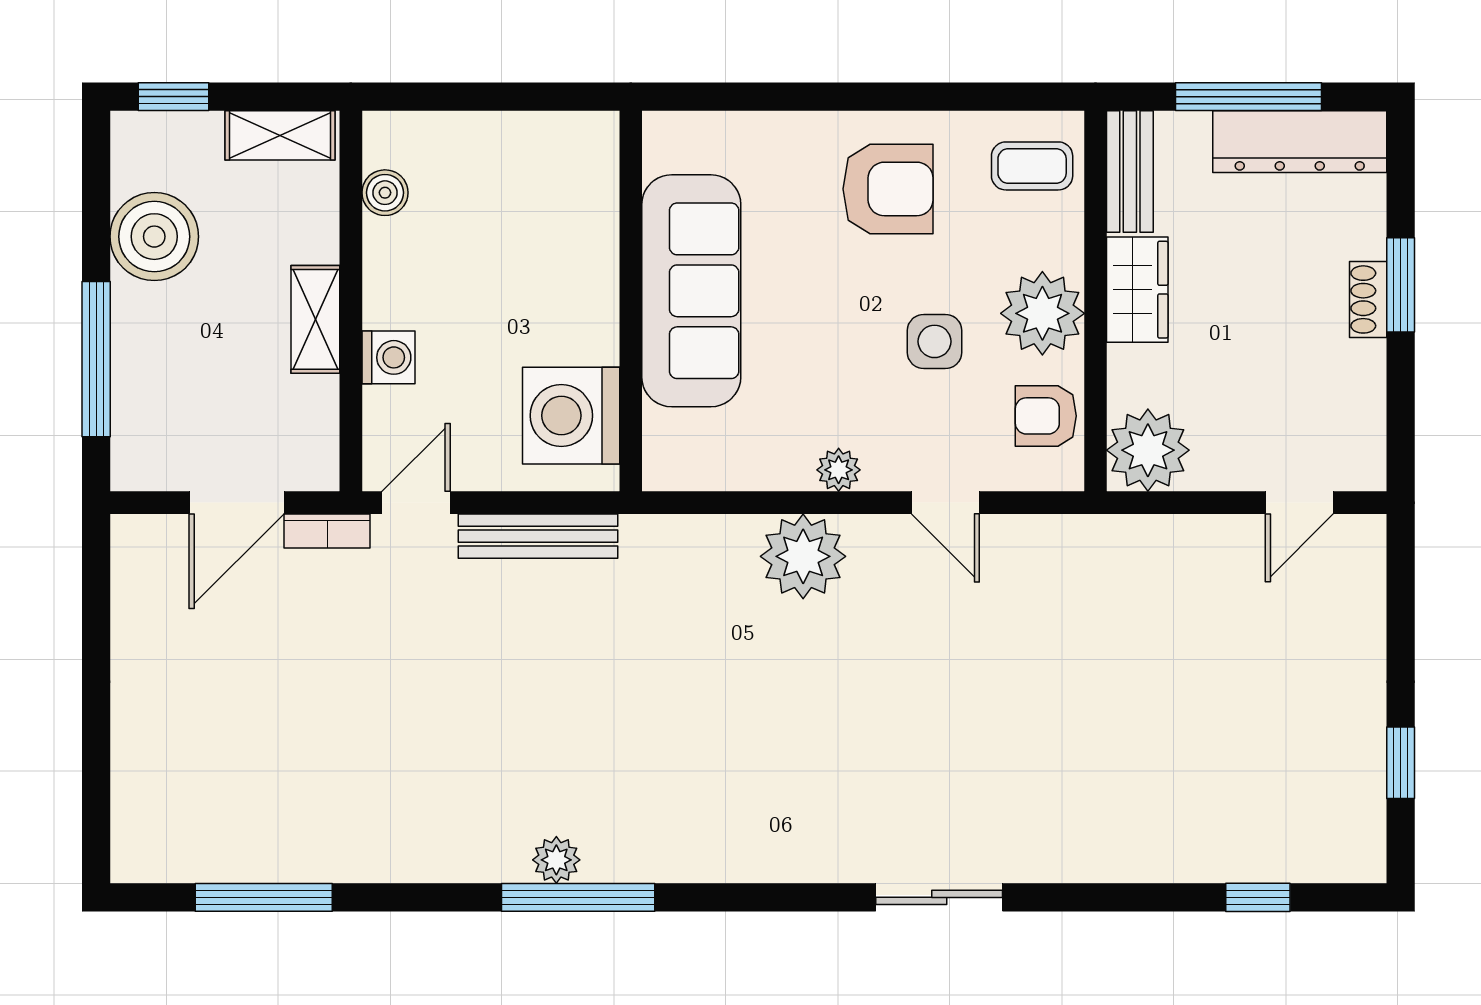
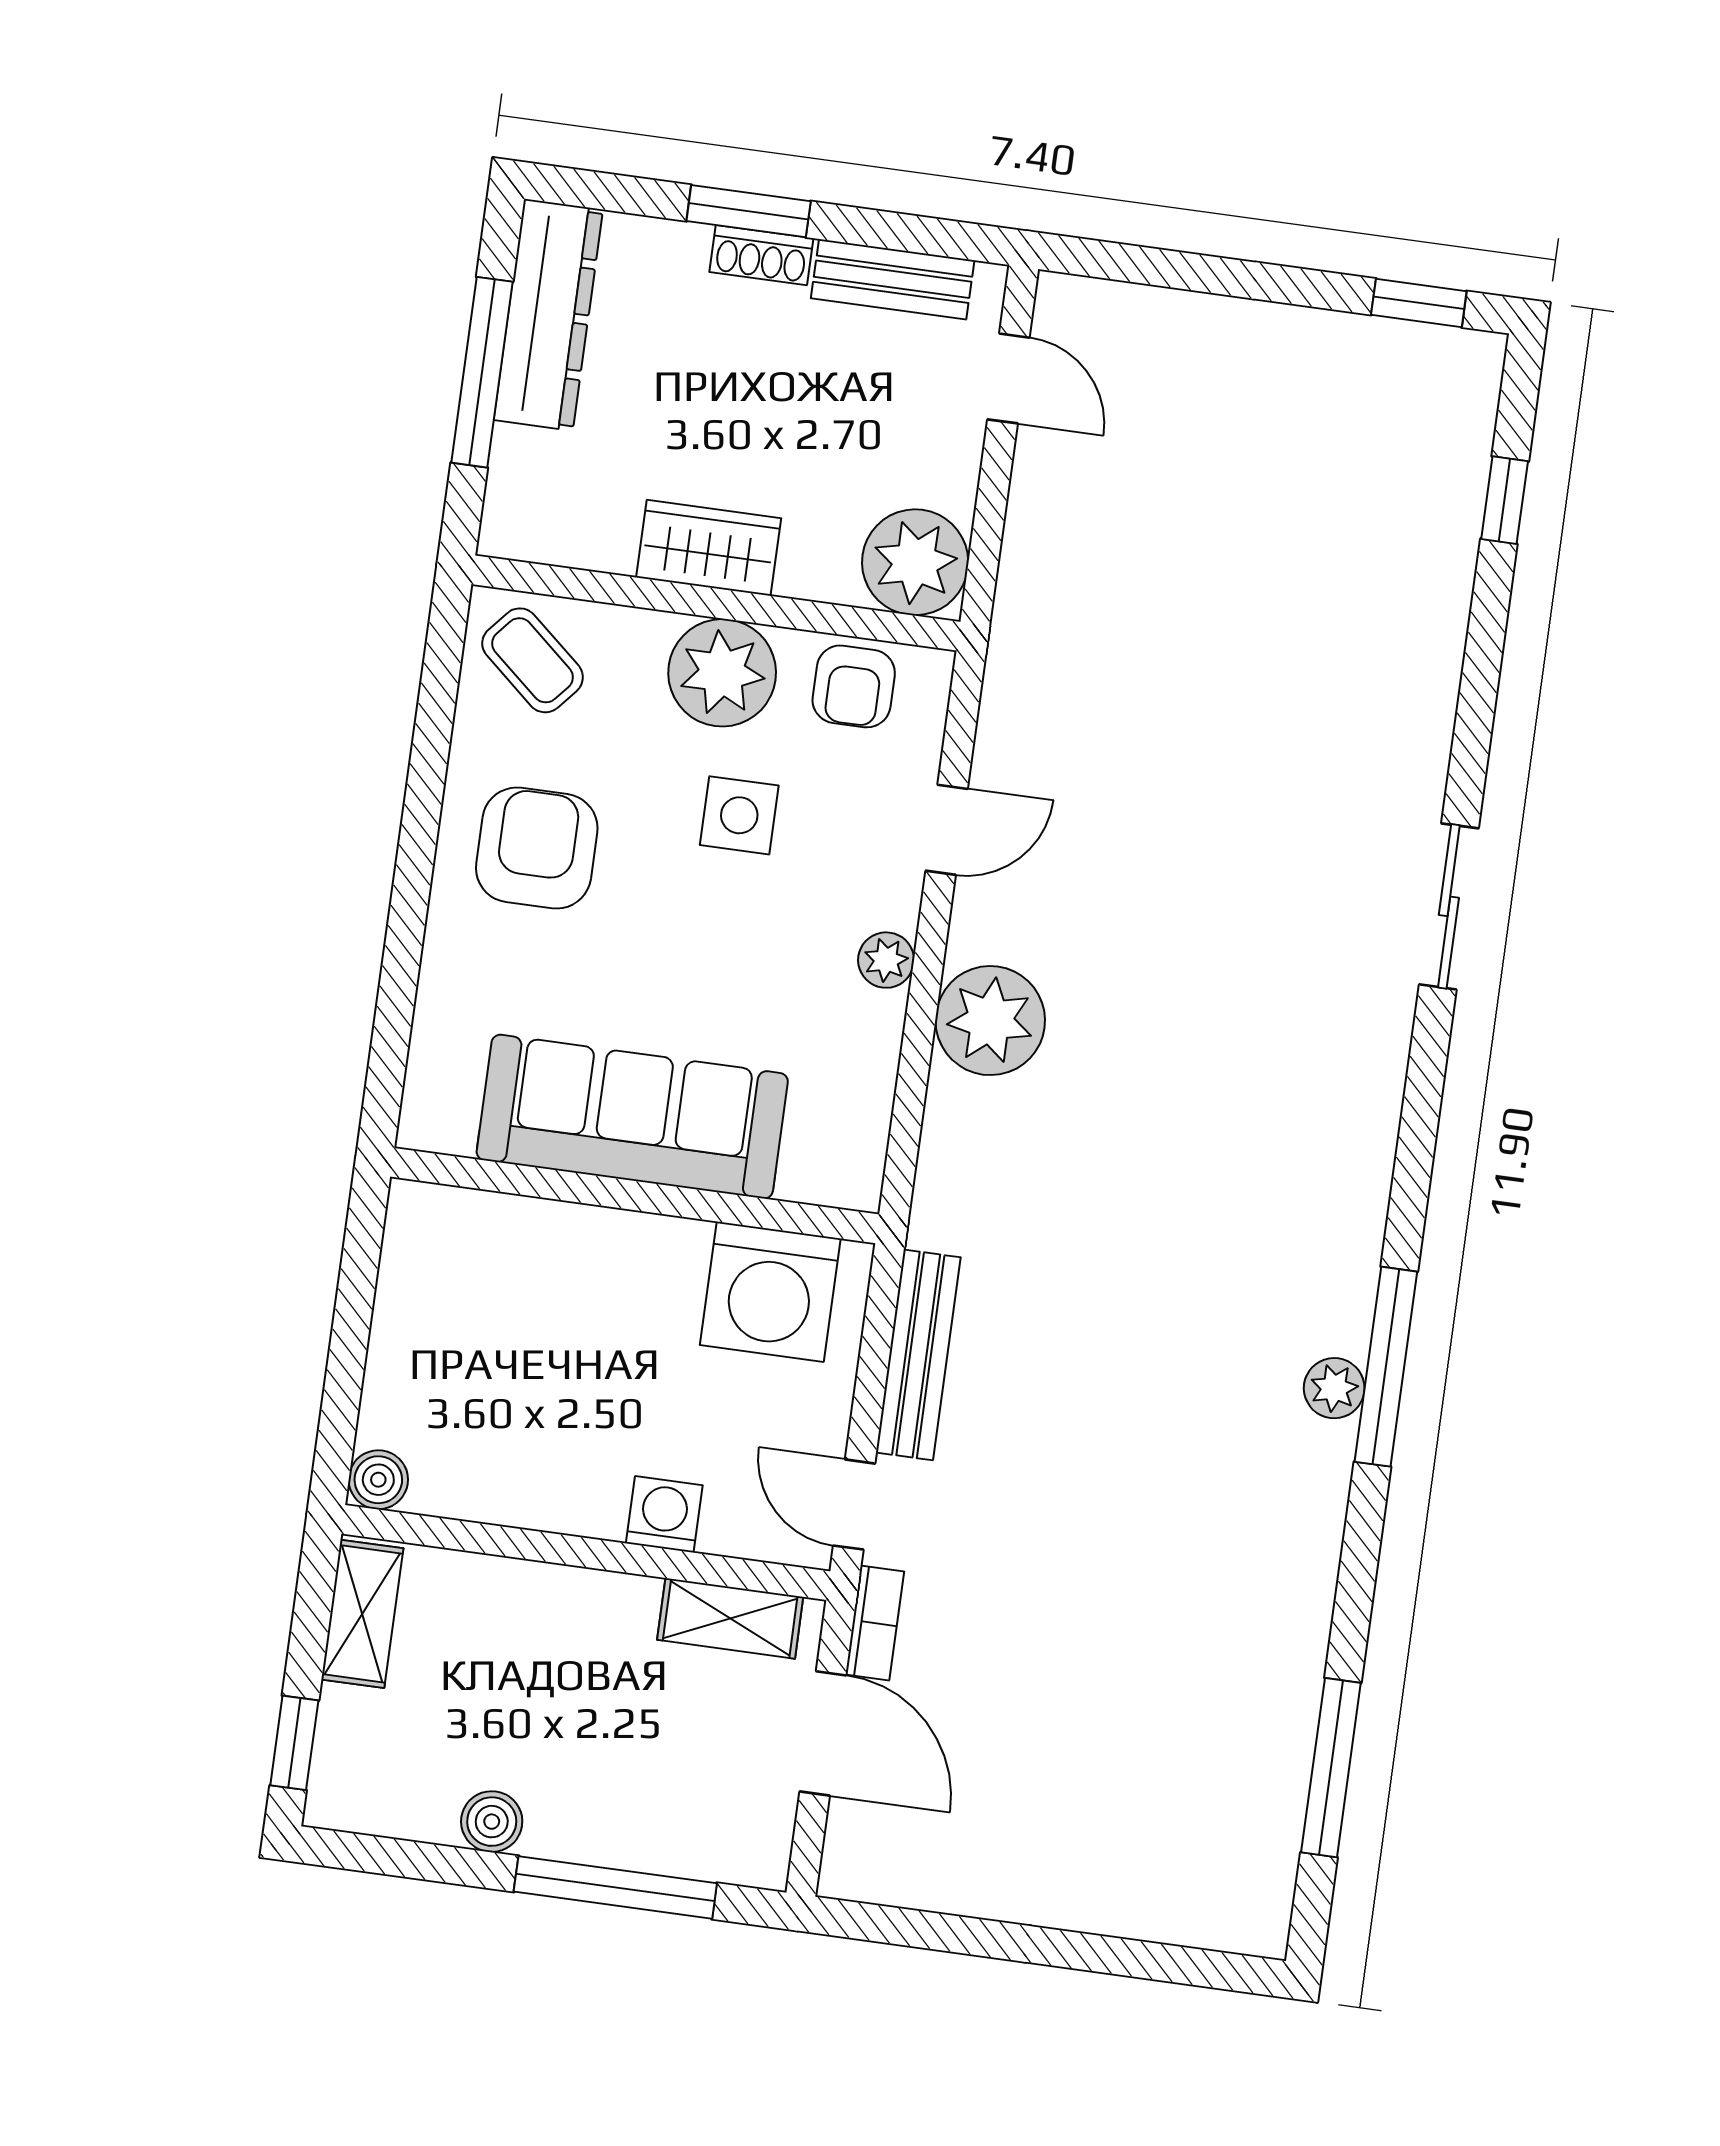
coffee table: (1032, 166) -> (533, 660), turned -49
bench: (1130, 172) -> (893, 279), moved
boiler: (385, 193) -> (378, 1480), moved
boiler: (154, 237) -> (492, 1822), width x0.54, depth x0.54
shelving: (315, 319) -> (730, 1618), moved
window: (1401, 763) -> (1419, 303), moved

